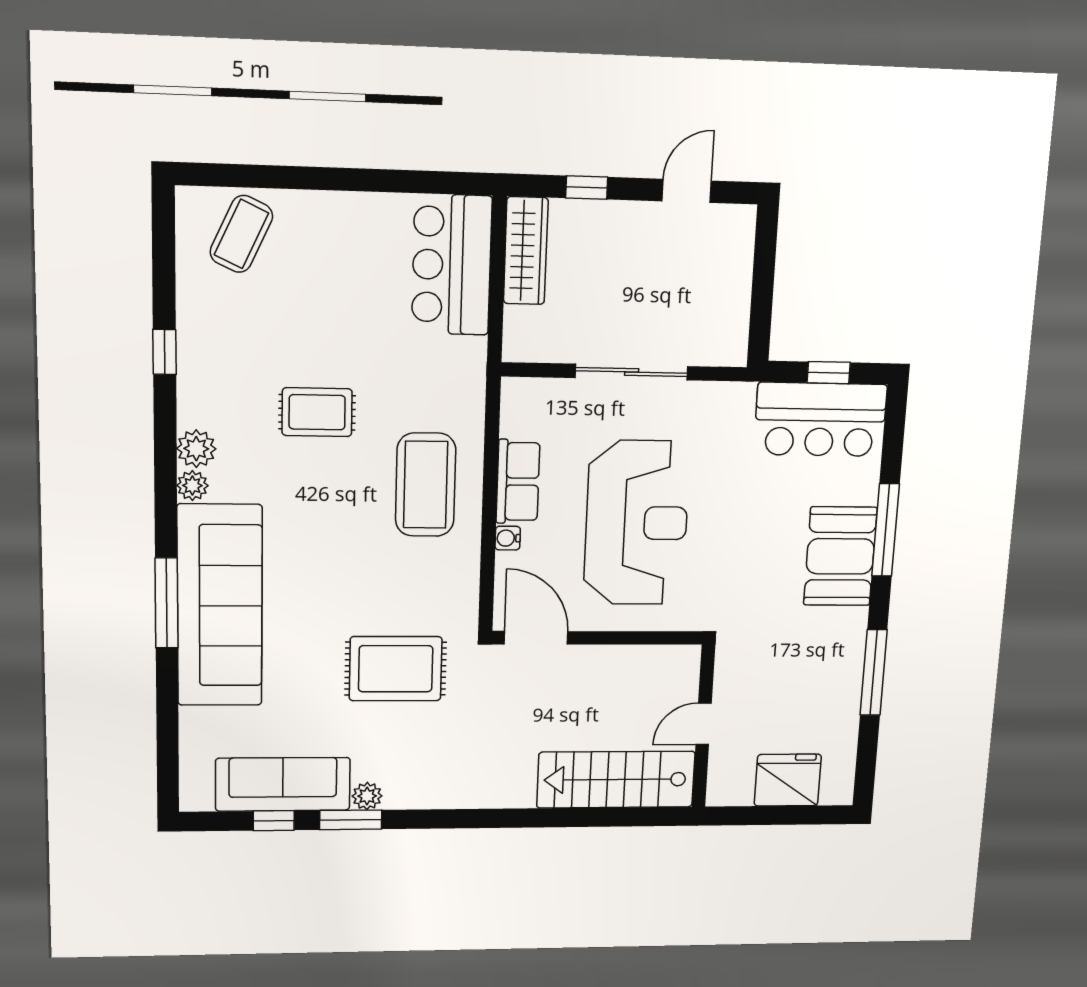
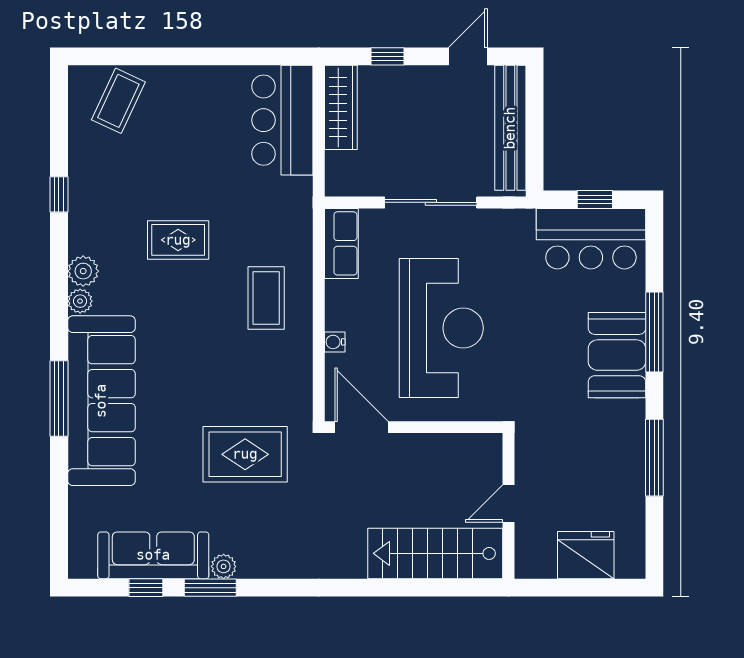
bench: (733, 282) -> (510, 128), added
row of seats: (518, 481) -> (341, 243), moved
coffee table: (426, 485) -> (266, 298), width x0.73, depth x0.76

